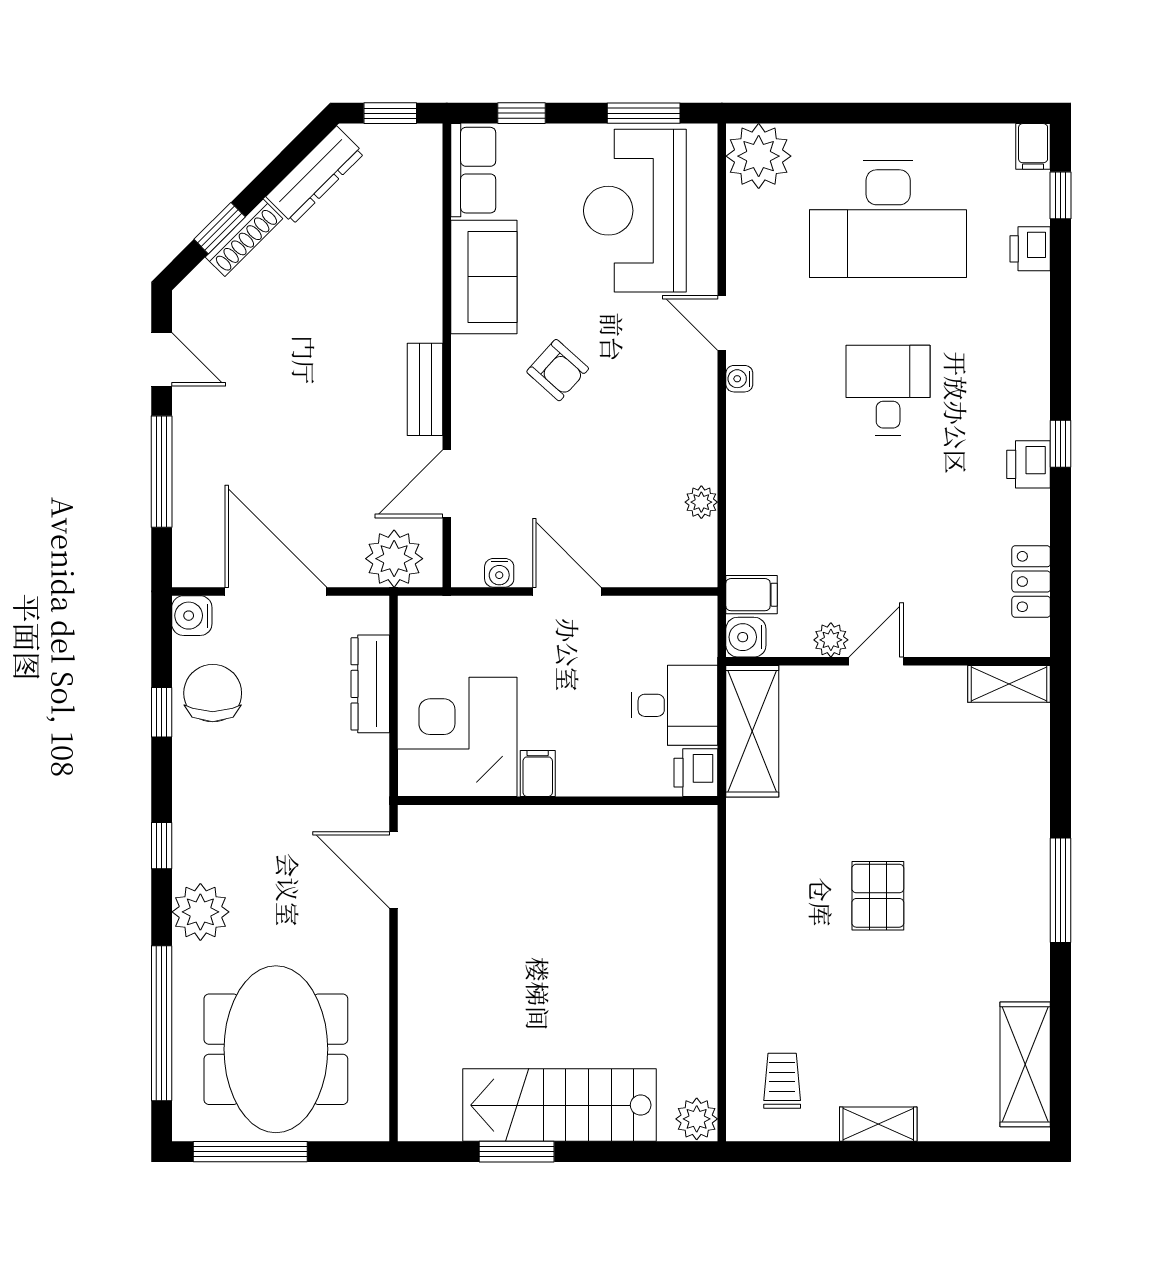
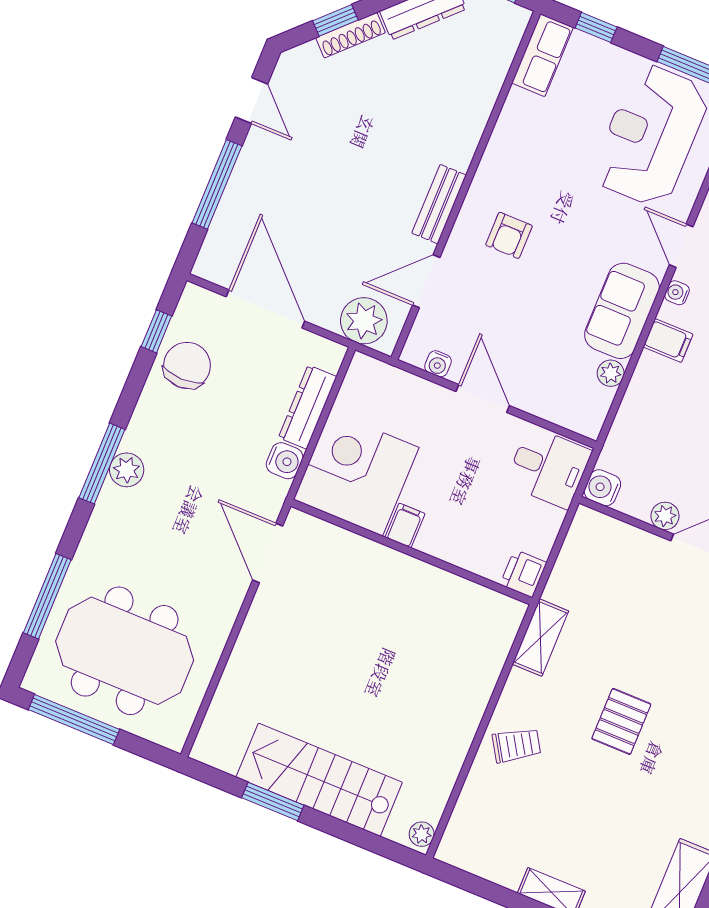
sofa: (484, 277) -> (622, 311), moved, turned 180
armchair: (558, 370) -> (509, 235), moved, turned 48
filing cabinet: (752, 595) -> (668, 341), moved
water cooler: (192, 616) -> (285, 461), moved, turned 180
desk: (675, 705) -> (548, 467), moved
window: (162, 712) -> (156, 331), moved
shelving: (752, 731) -> (541, 638), moved, width x0.67, depth x0.75
window: (162, 846) -> (102, 464), width x2.17
plant: (200, 912) -> (127, 470), moved, width x0.73, depth x0.73
window: (162, 1023) -> (47, 596), width x0.68
meeting table: (276, 1049) -> (125, 651), turned 90
trolley: (782, 1081) -> (516, 745), moved, turned 58
plant: (697, 1119) -> (422, 834), width x0.73, depth x0.73

